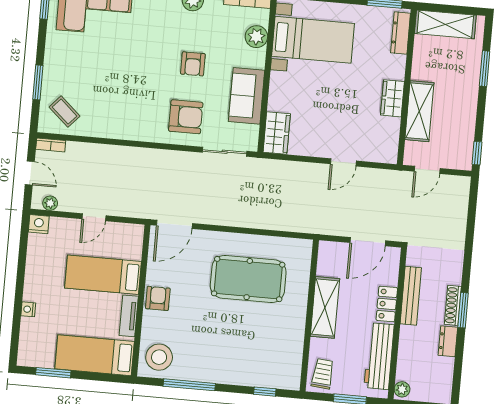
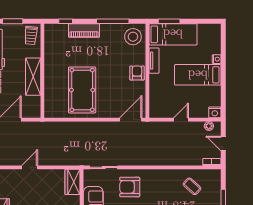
coffee table: (65, 112) -> (192, 186), moved
bed: (103, 275) -> (198, 75), moved, turned 180
pool table: (248, 279) -> (82, 90), turned 90
armchair: (158, 298) -> (137, 73), turned 180
window: (53, 373) -> (169, 21), moved
piano: (237, 374) -> (84, 30), added

